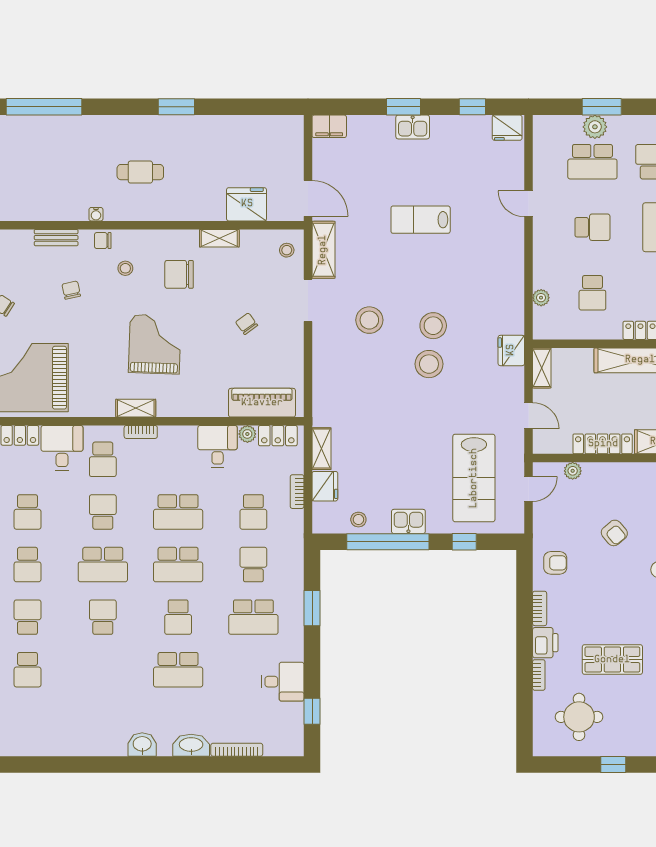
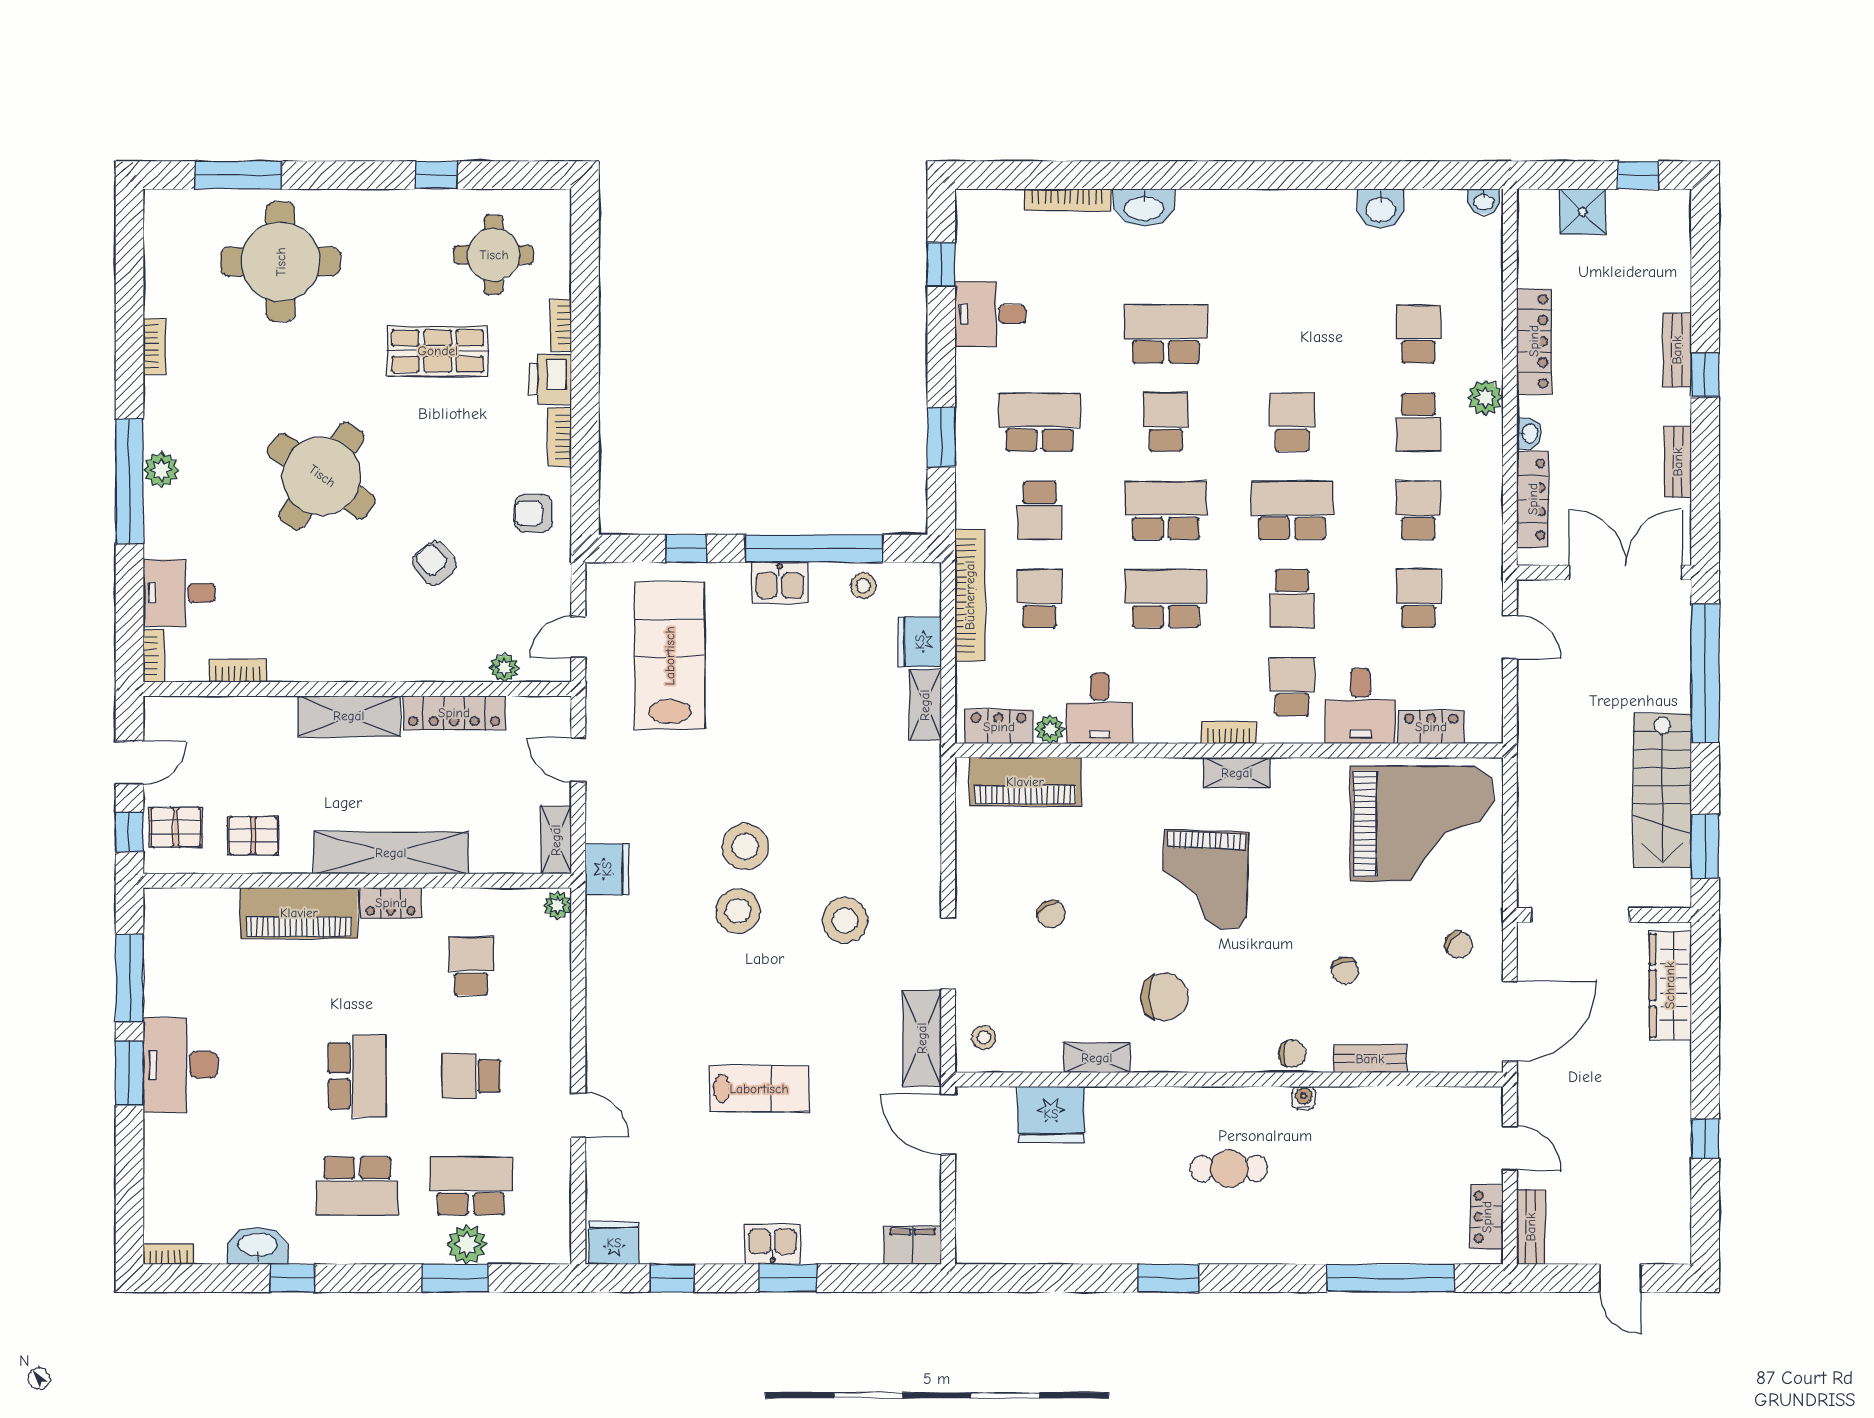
stool: (125, 268) -> (1254, 1007), removed
plant: (541, 298) -> (557, 905), moved
bookcase: (297, 492) -> (970, 595), width x2.31, depth x1.31
school desk: (103, 617) -> (1292, 422), turned 180
washbasin: (142, 745) -> (1381, 209), moved

